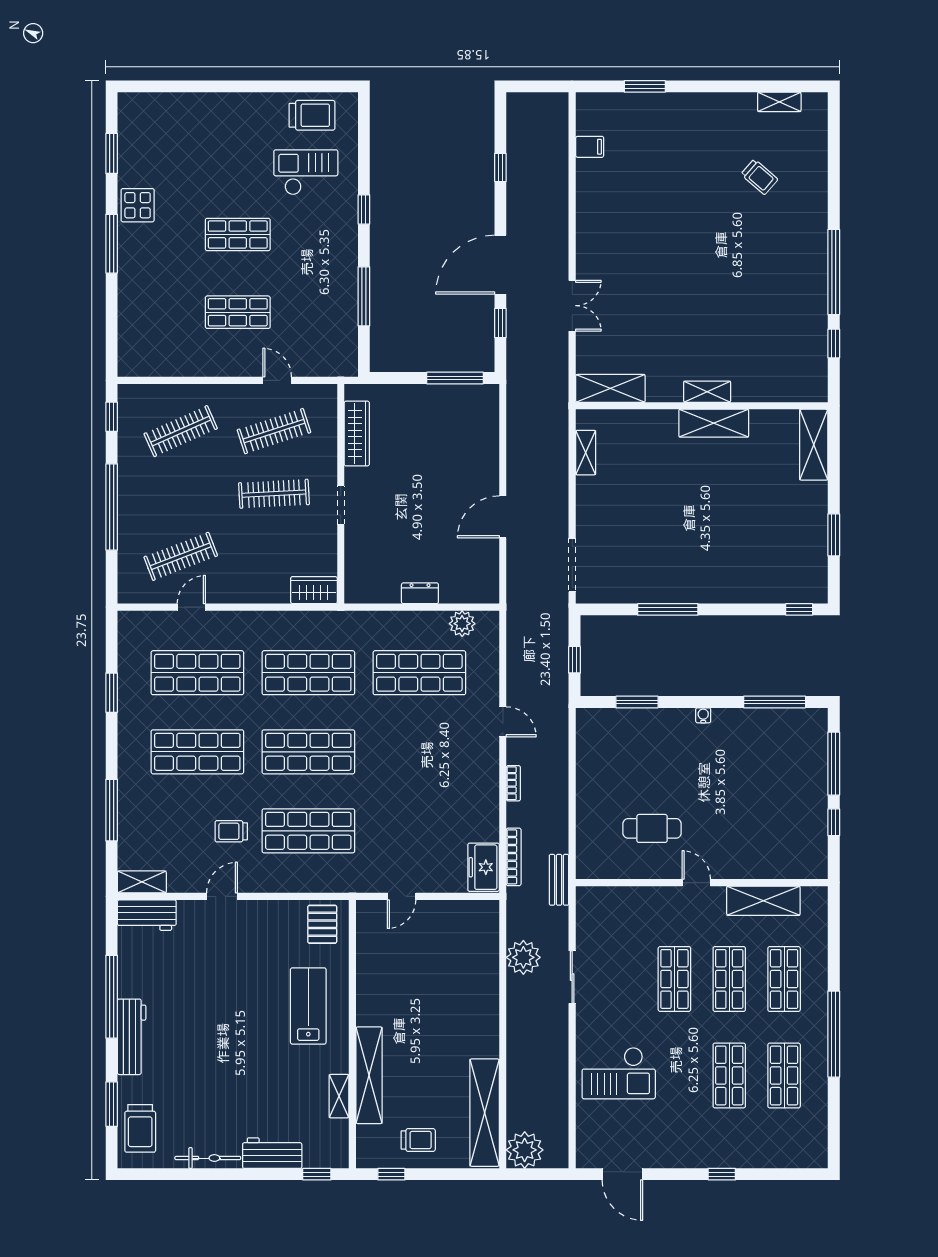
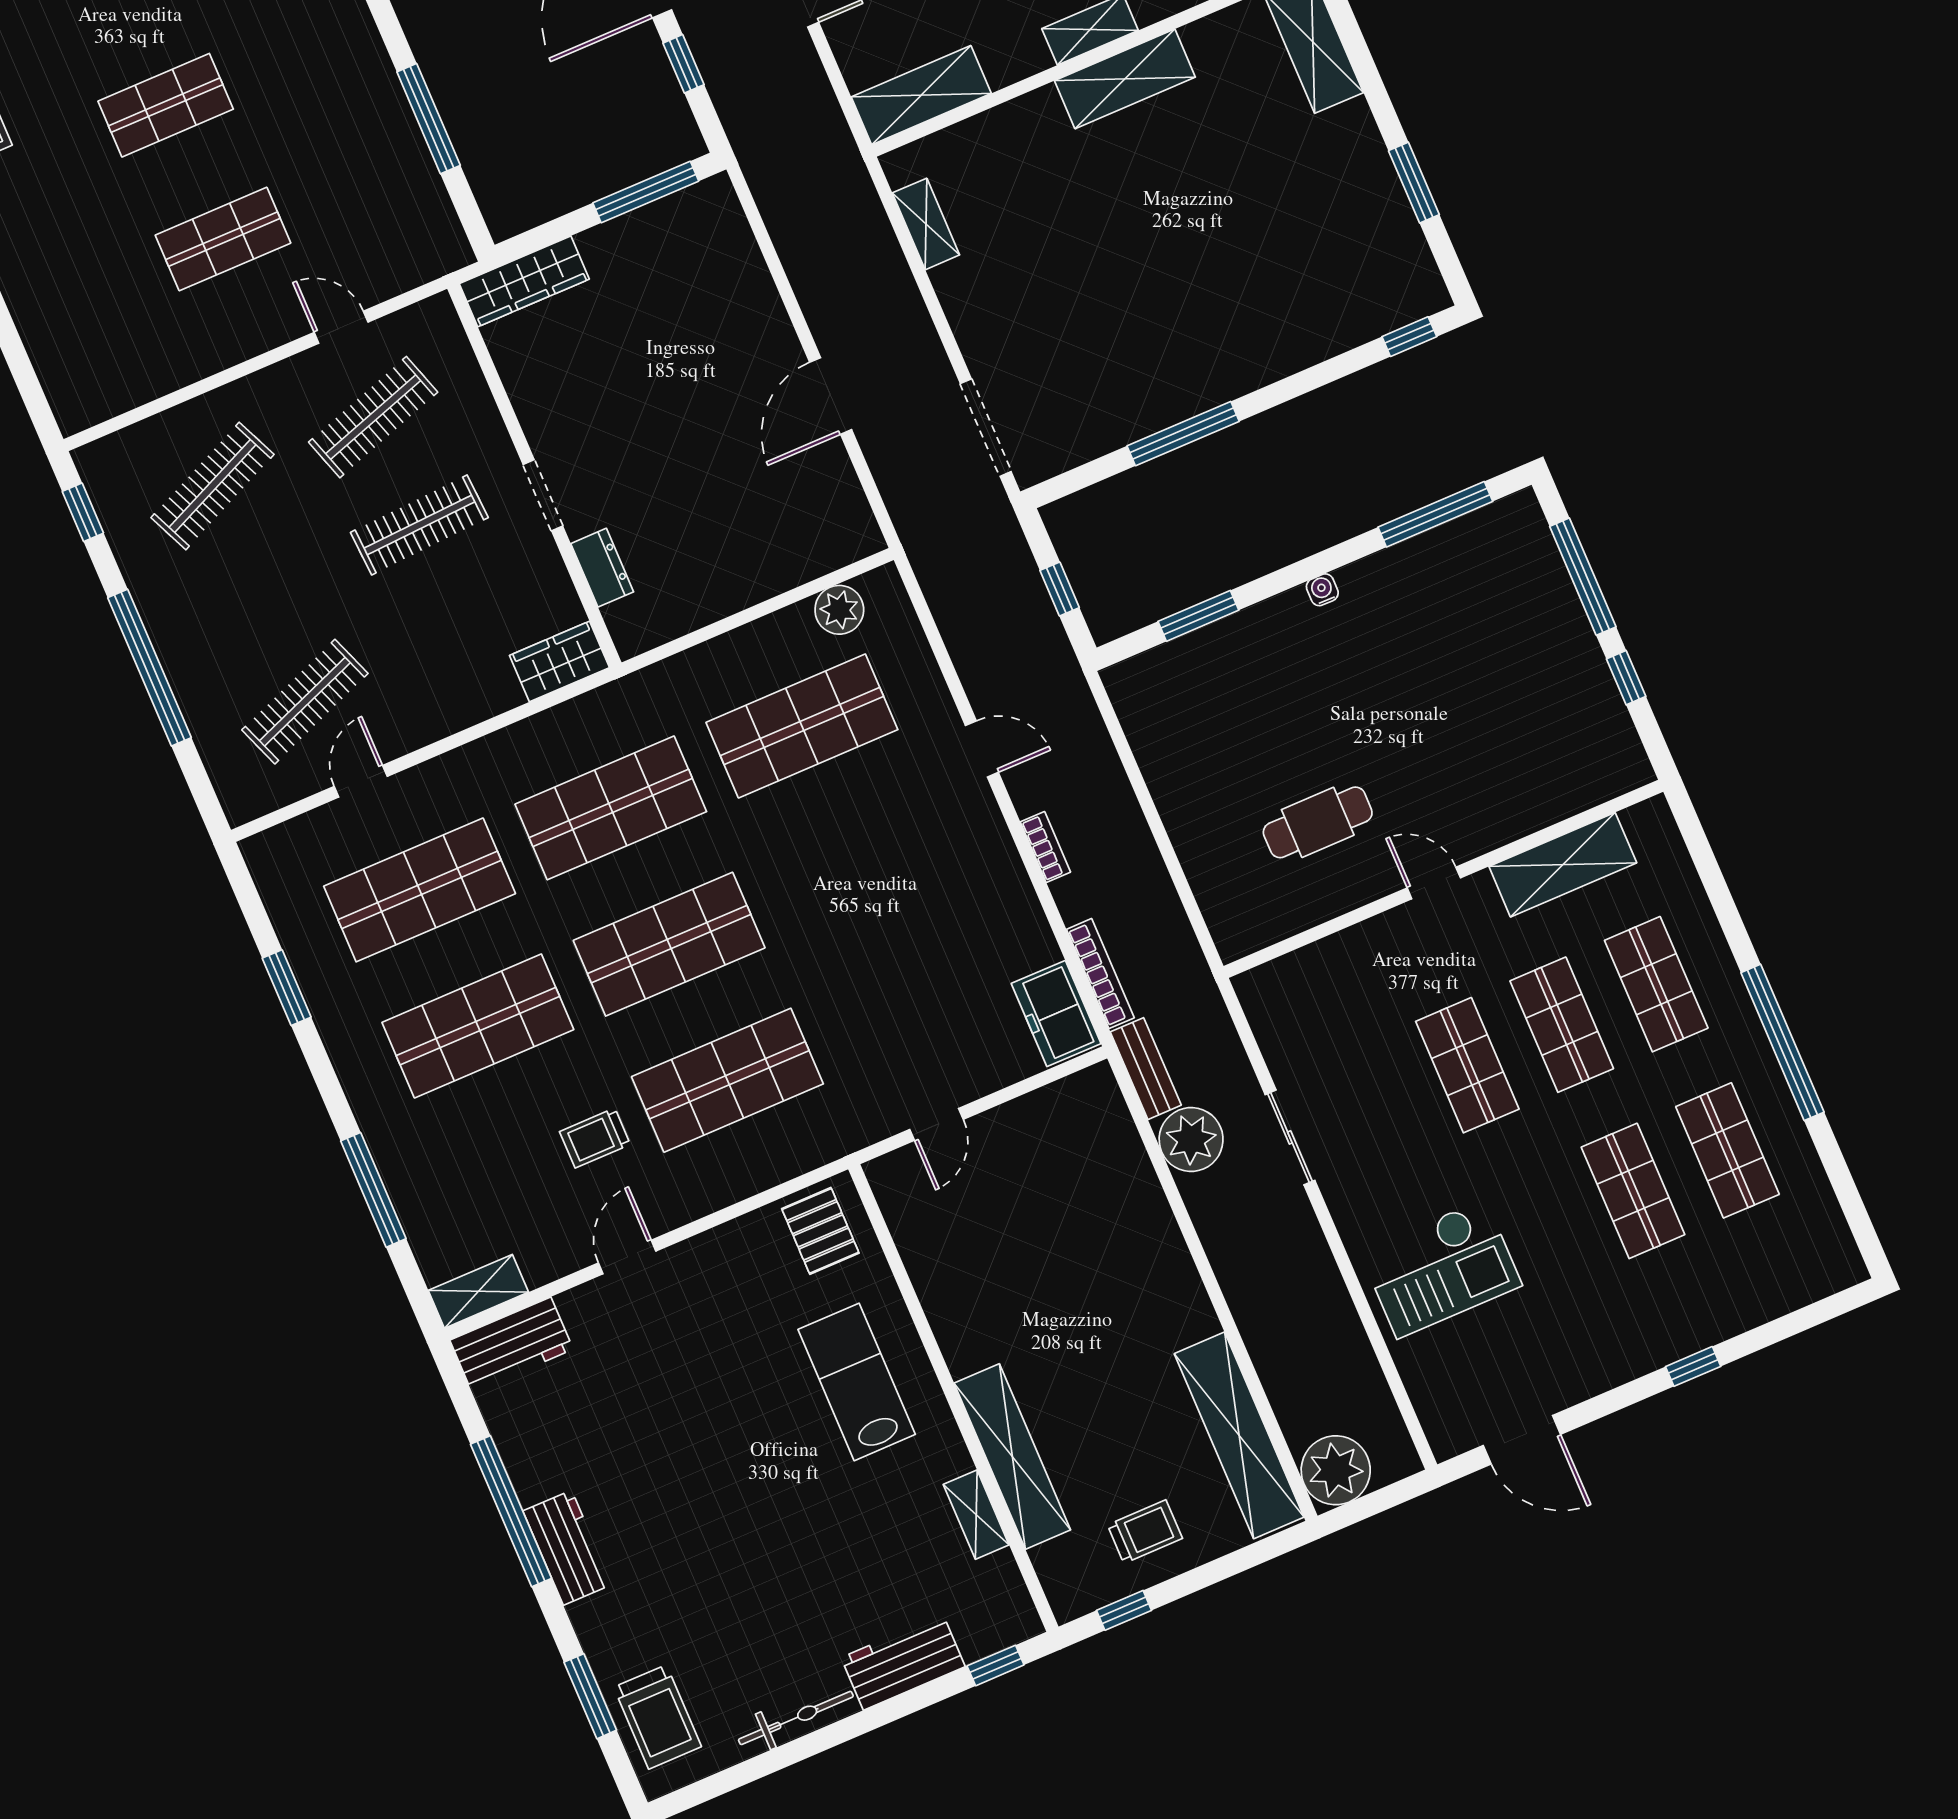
wardrobe: (357, 433) -> (524, 281), moved, turned 90
dresser: (420, 593) -> (602, 568), moved, turned 90
bench: (559, 880) -> (1146, 1069), moved
workbench: (132, 1037) -> (567, 1548), width x0.73

